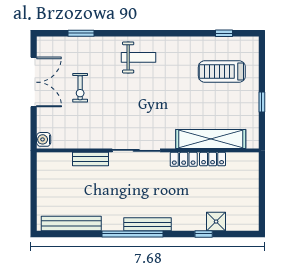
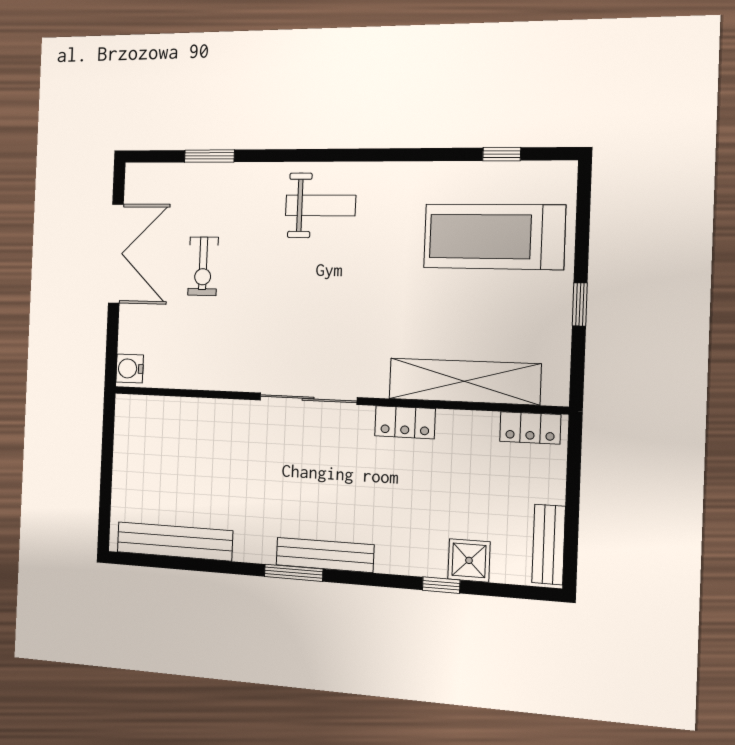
treadmill: (222, 72) -> (494, 237), width x1.37, depth x1.38
bench: (91, 159) -> (549, 544), moved, turned 90
locker: (213, 159) -> (530, 428), moved
window: (133, 234) -> (294, 573), width x0.47

